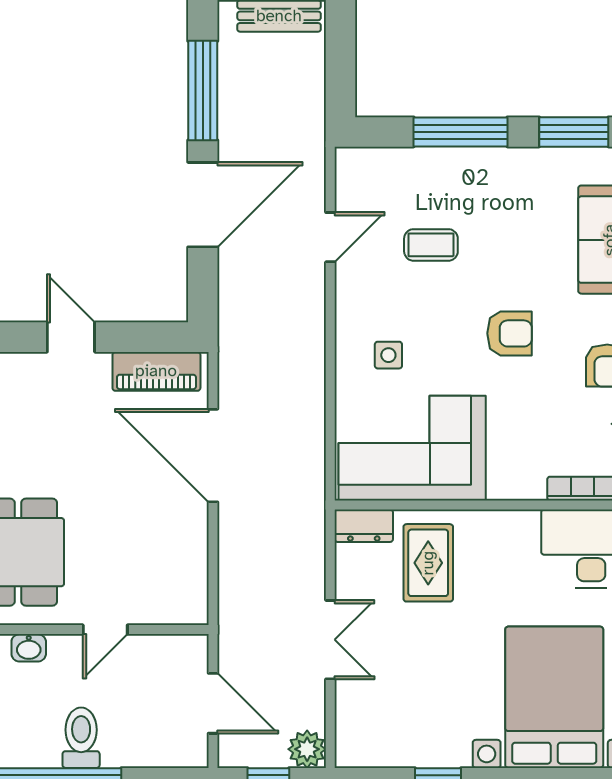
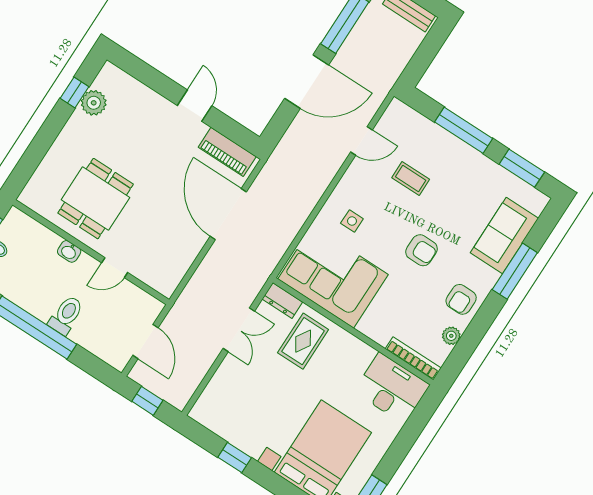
double door: (330, 640) -> (239, 330), moved
plant: (307, 749) -> (178, 397), removed

